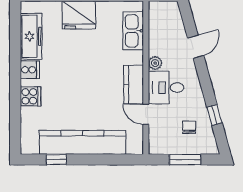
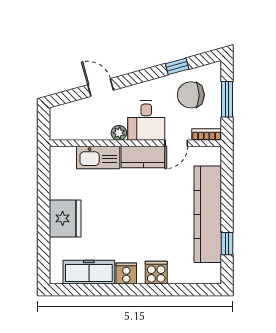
kitchen sink: (133, 31) -> (98, 157), moved
chair: (189, 127) -> (191, 95), width x1.87, depth x1.87
bookcase: (154, 141) -> (207, 135), added

